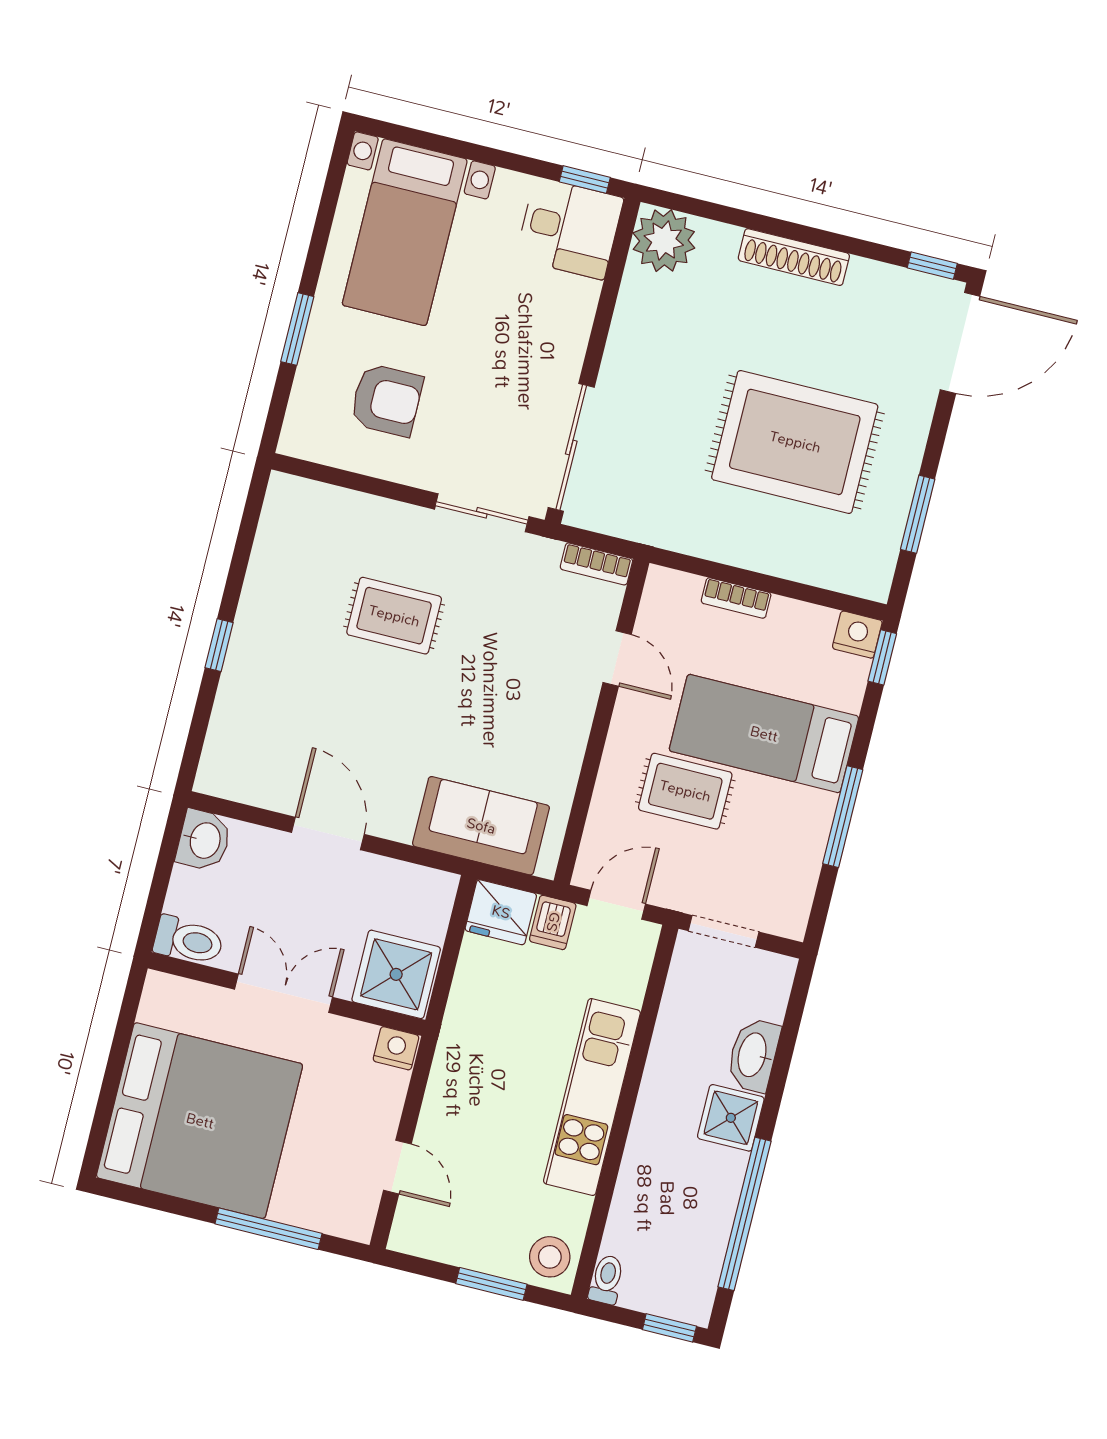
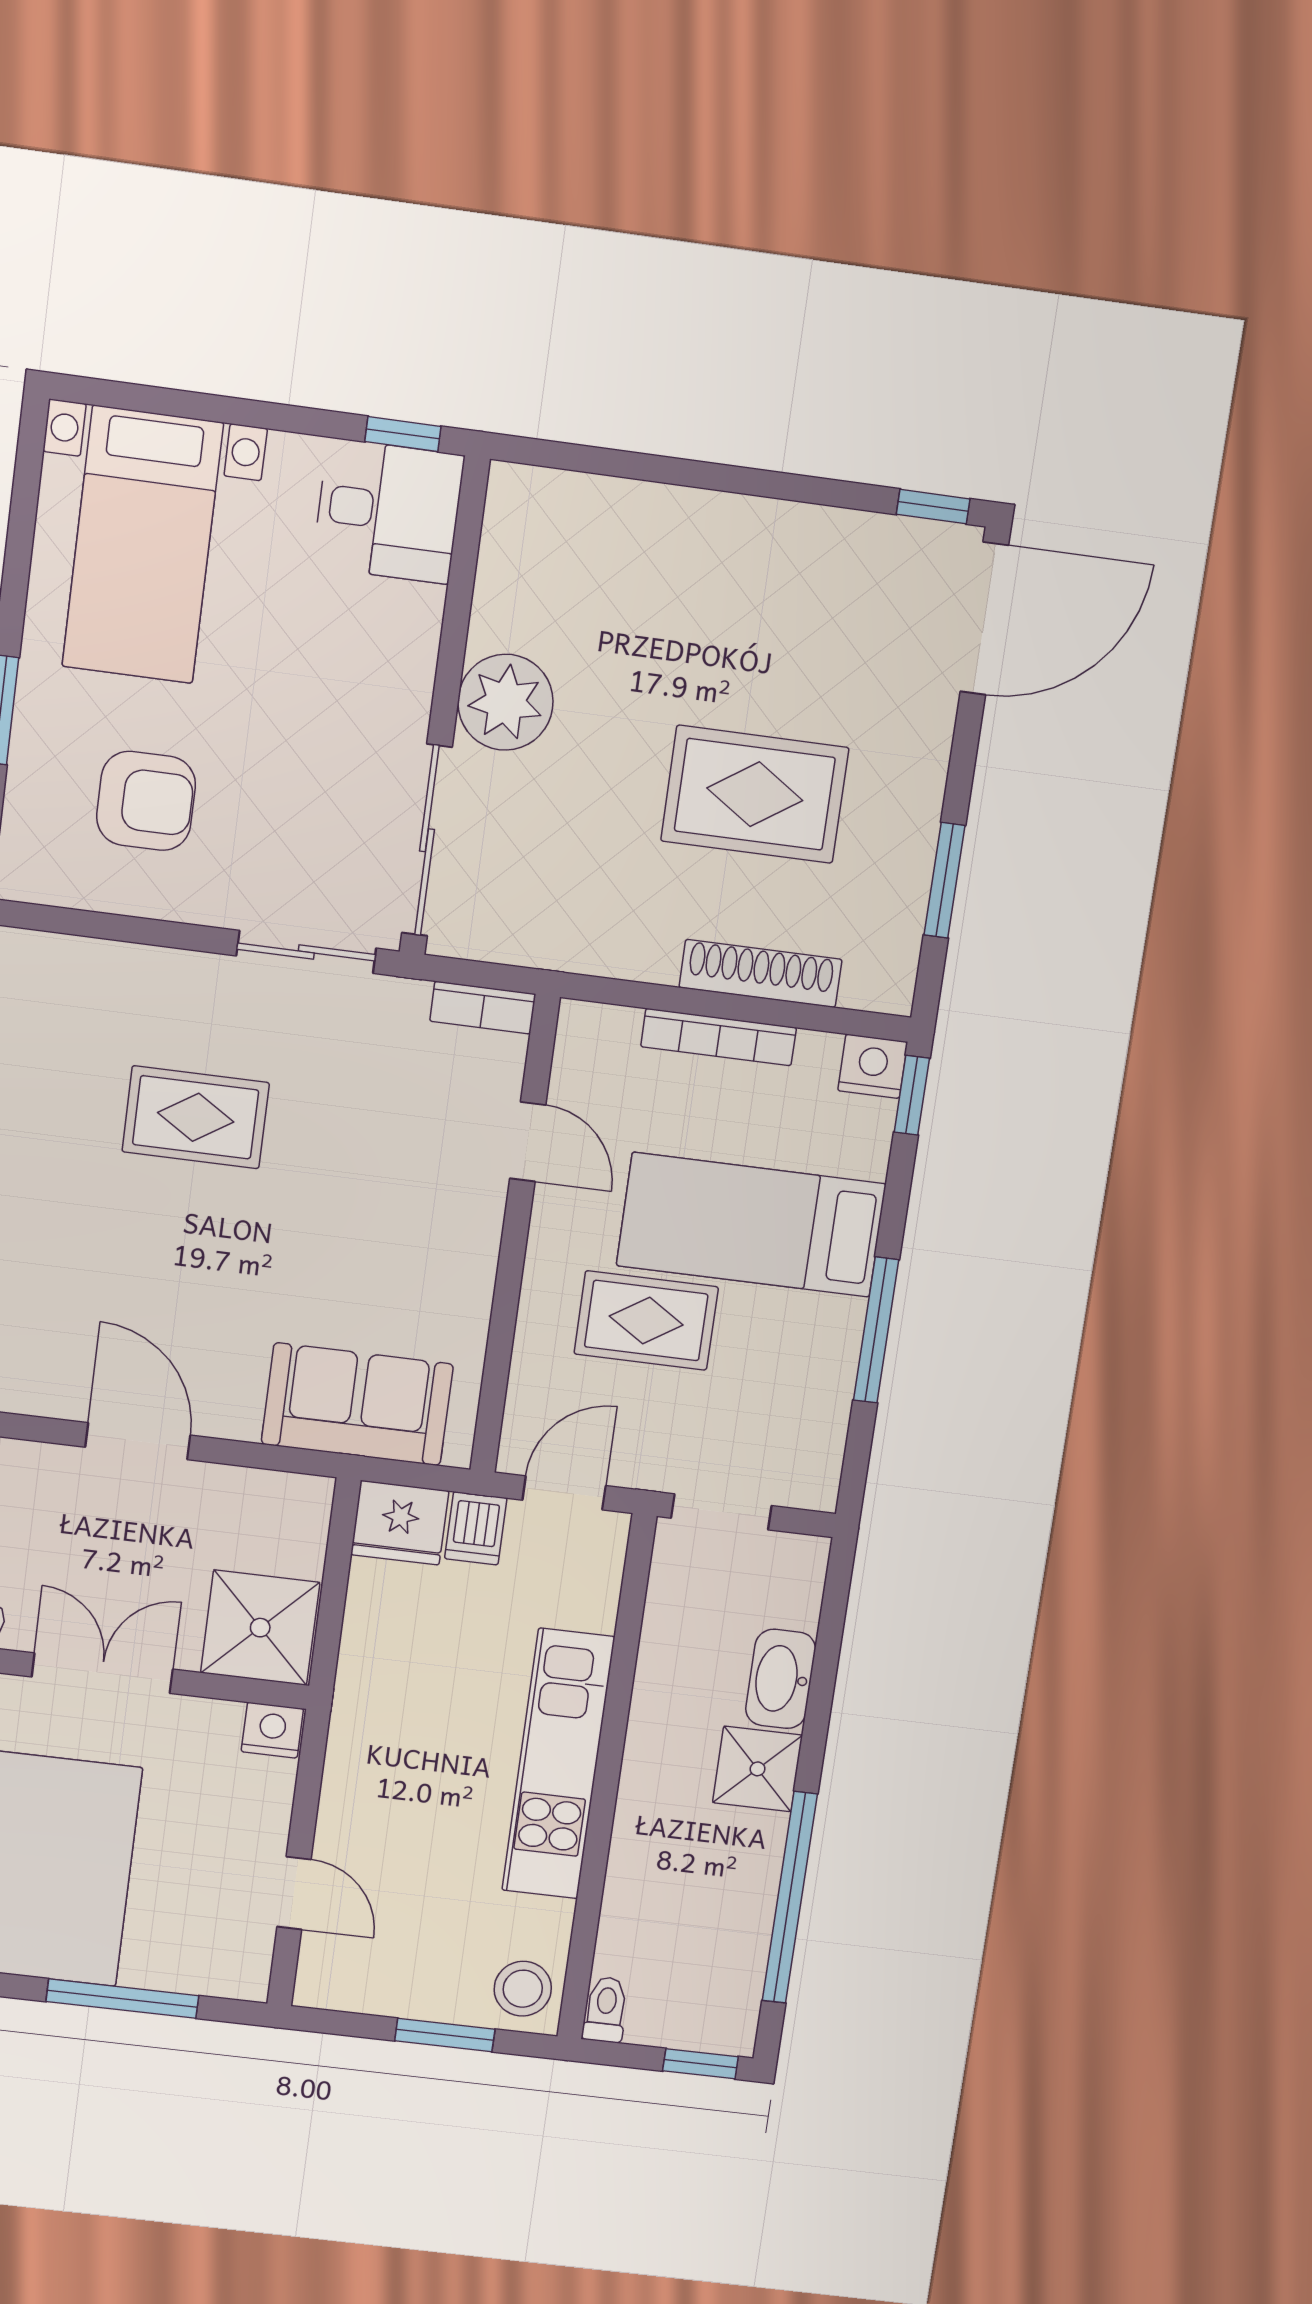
plant: (664, 241) -> (505, 702), moved
shoe rack: (794, 257) -> (761, 973), moved, turned 180
rug: (795, 442) -> (755, 794), width x0.73, depth x0.69
bookcase: (736, 598) -> (719, 1037), width x1.56

